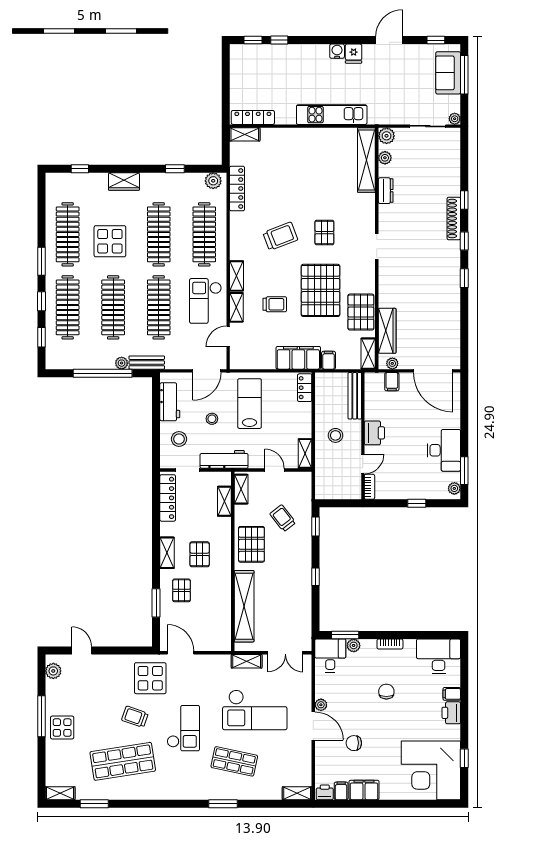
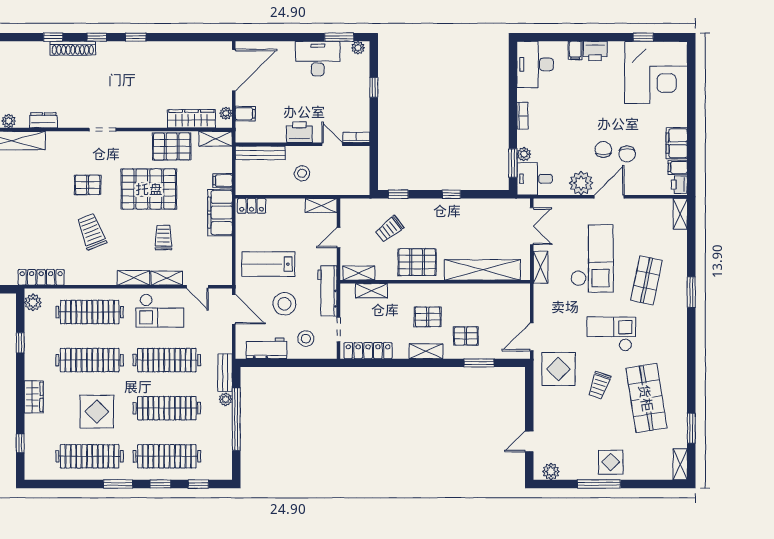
stool: (212, 419) -> (284, 304), width x1.89, depth x1.89
chair: (386, 692) -> (603, 149), moved, turned 89
plant: (321, 705) -> (581, 183), width x1.87, depth x1.87

